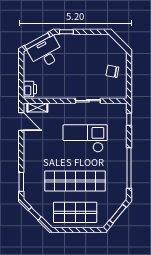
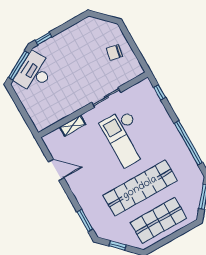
printer: (30, 89) -> (39, 119), removed
shelving: (37, 108) -> (73, 126), moved
door: (21, 121) -> (56, 170), moved
checkout: (85, 138) -> (126, 138), turned -90

